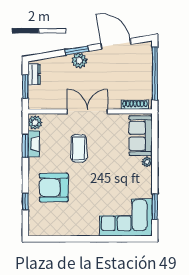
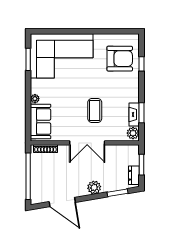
window: (77, 50) -> (117, 193), moved
armchair: (54, 188) -> (120, 59), moved
corner sofa: (126, 218) -> (62, 56), width x1.36, depth x1.36

